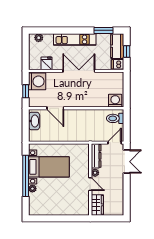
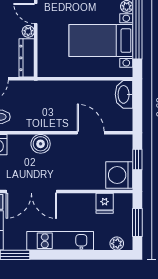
window: (26, 51) -> (137, 223), added
double door: (79, 71) -> (31, 191), moved
boiler: (87, 101) -> (41, 144), added
washbasin: (34, 121) -> (124, 94), moved

